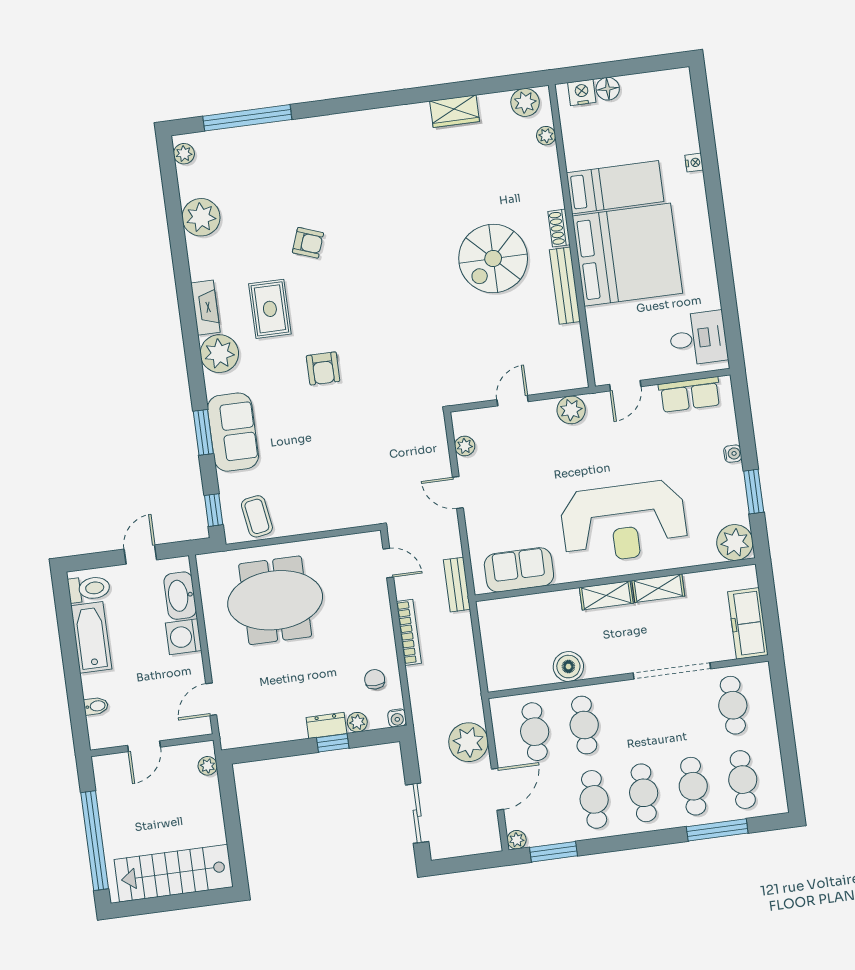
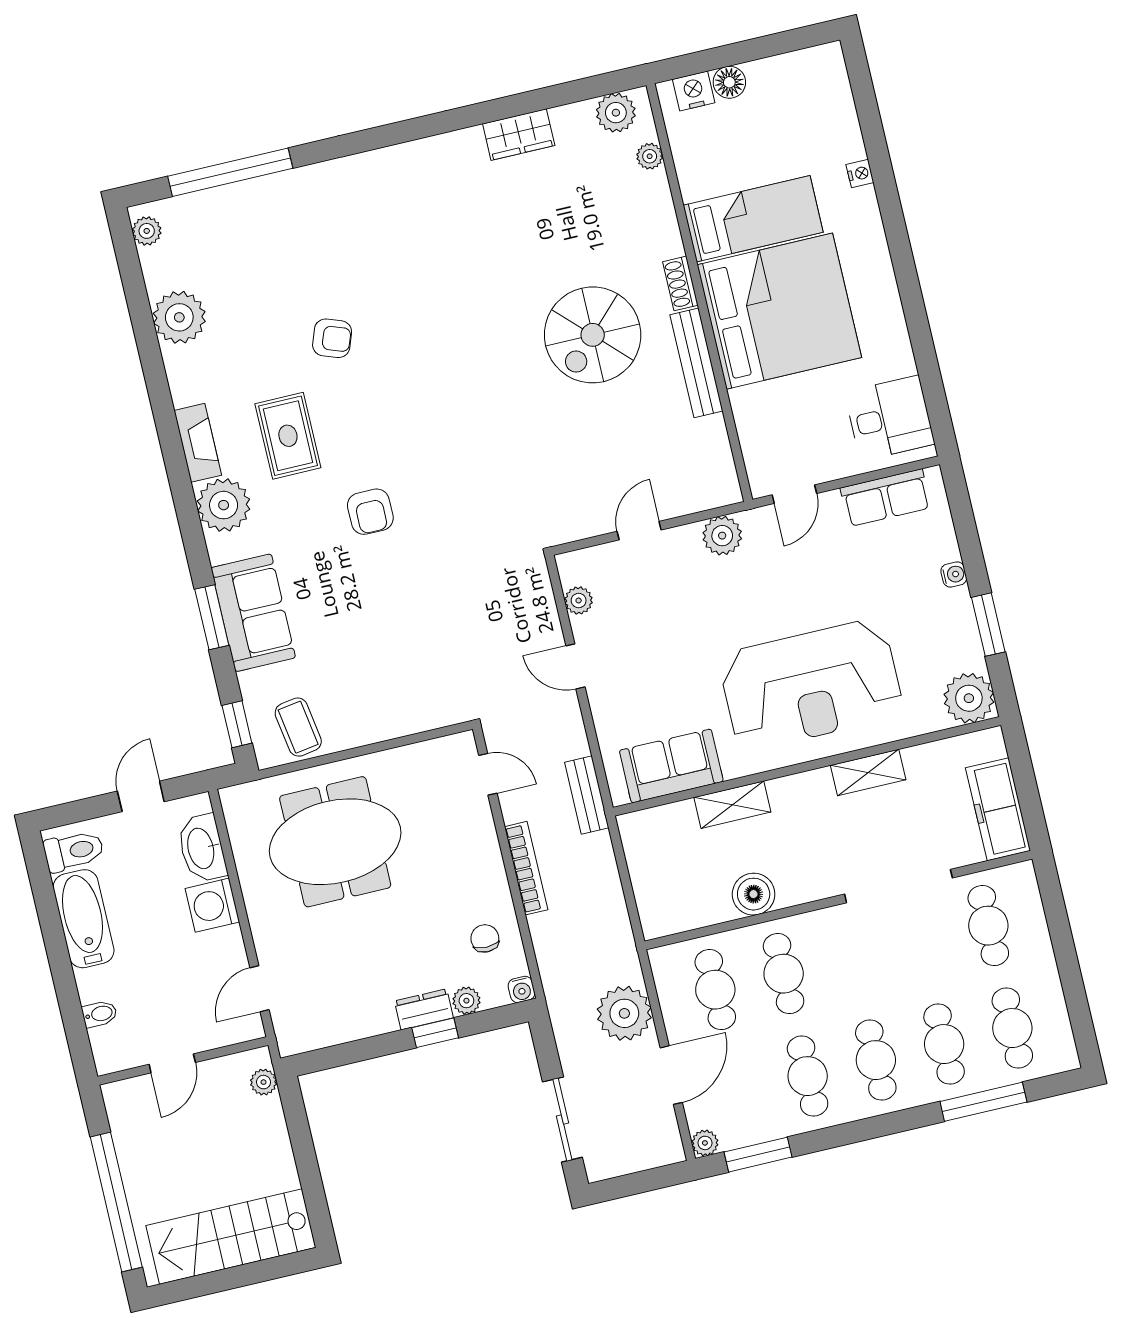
shelving: (606, 595) -> (732, 805), moved

